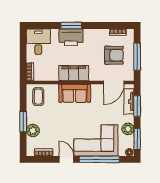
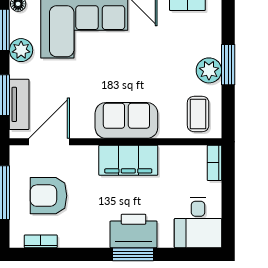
plant: (33, 131) -> (209, 70), moved

